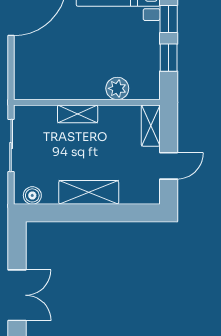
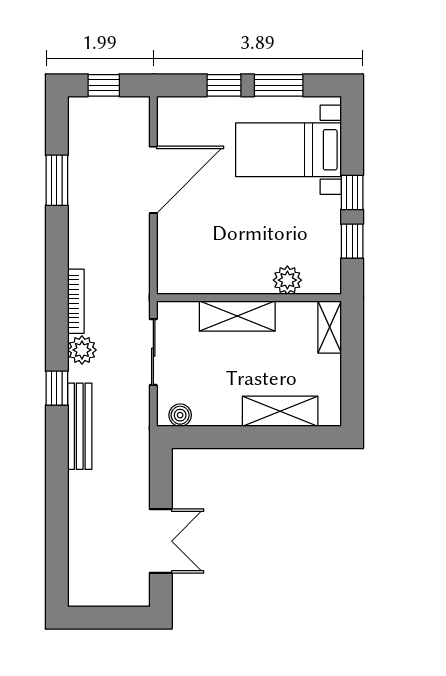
shelving: (78, 114) -> (237, 316), width x1.50, depth x1.33
door: (169, 166) -> (352, 378), removed
shelving: (89, 192) -> (280, 411), moved

